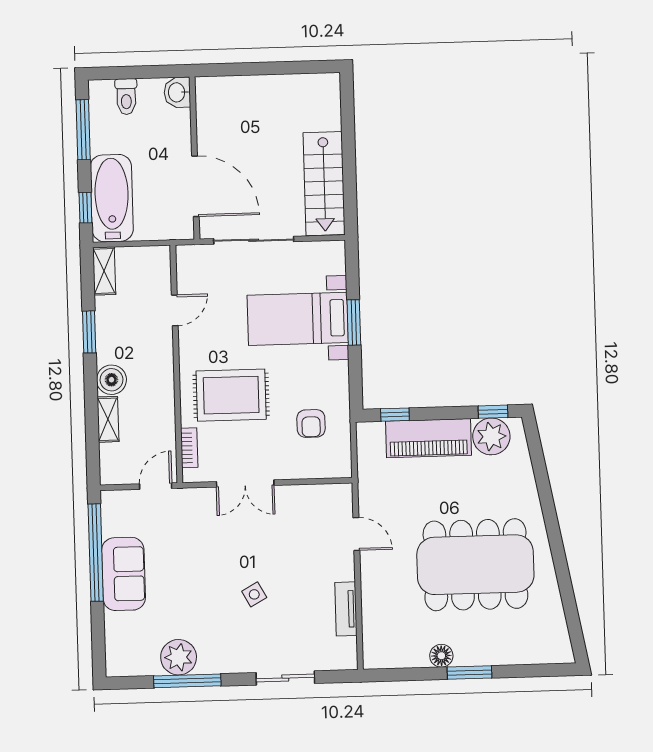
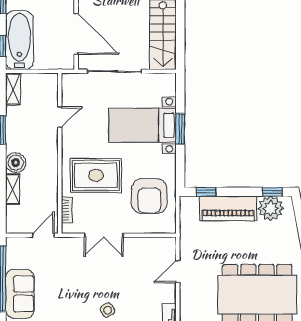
armchair: (311, 423) -> (149, 196), width x1.88, depth x1.88
door: (356, 534) -> (178, 271), swing flipped

